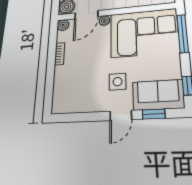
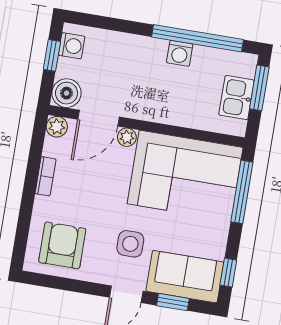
armchair: (74, 92) -> (62, 245), added

